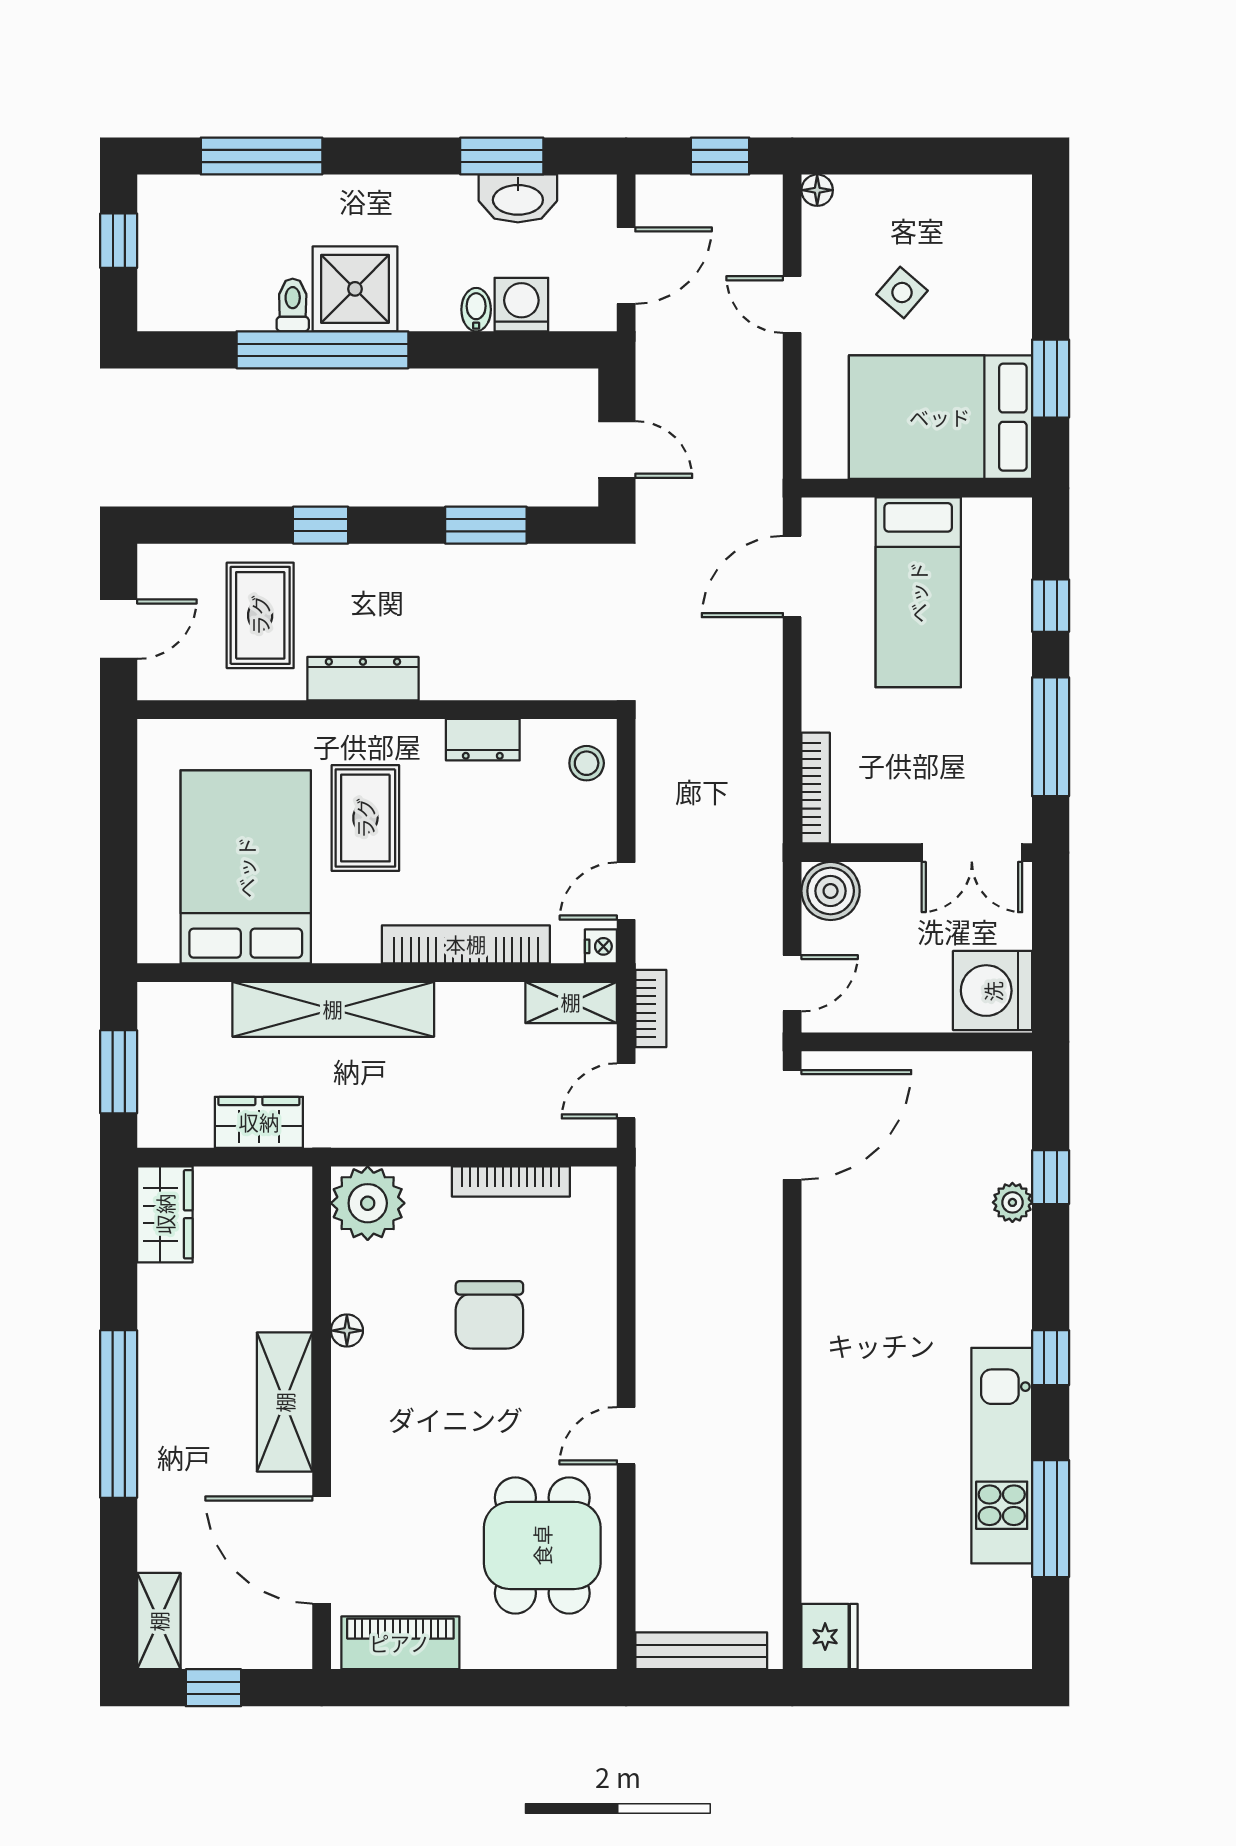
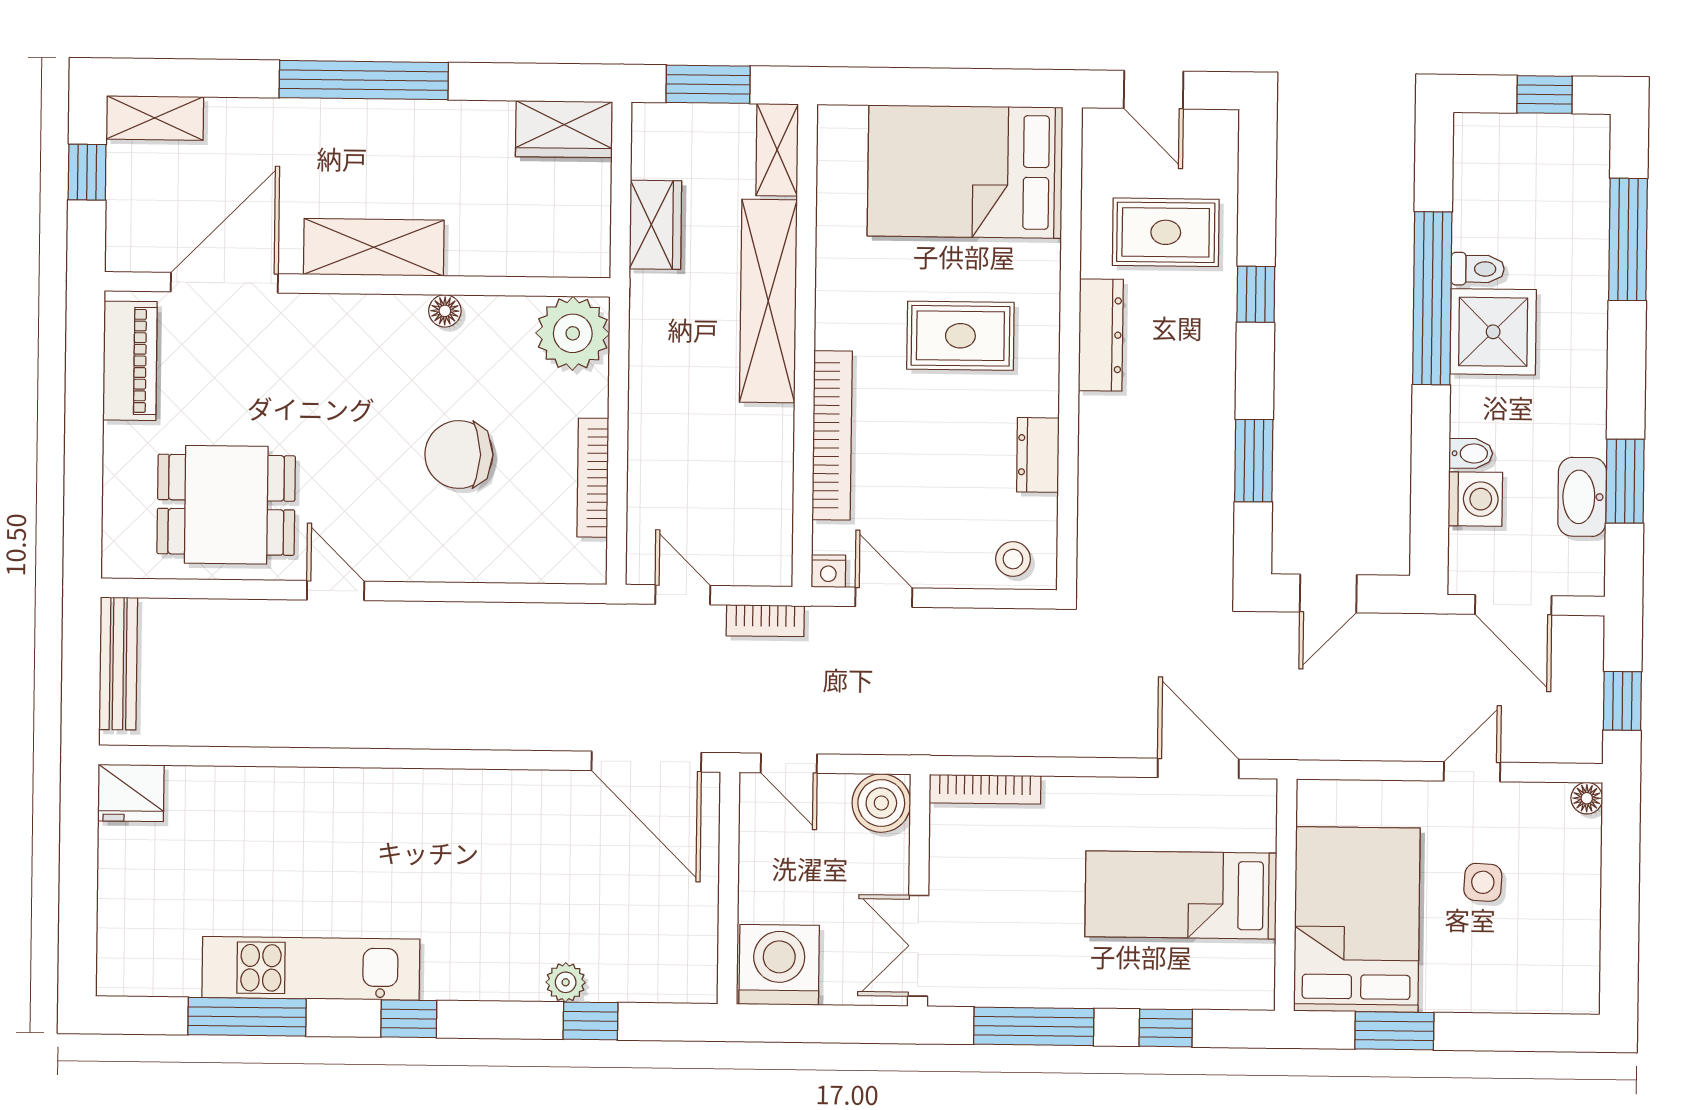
side table: (902, 292) -> (1483, 882), turned -38
bed: (246, 867) -> (965, 172), moved, turned 180
shelving: (571, 1002) -> (777, 150), moved

